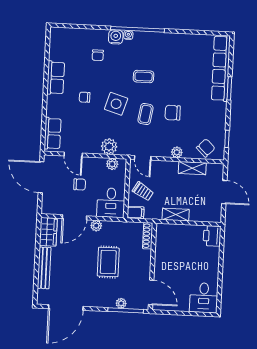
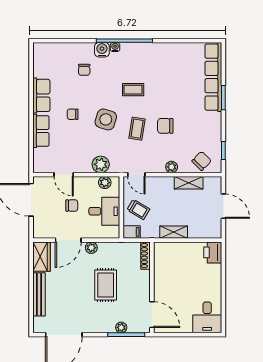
row of seats: (53, 133) -> (41, 131), moved
desk: (111, 203) -> (104, 211), moved, turned -90

